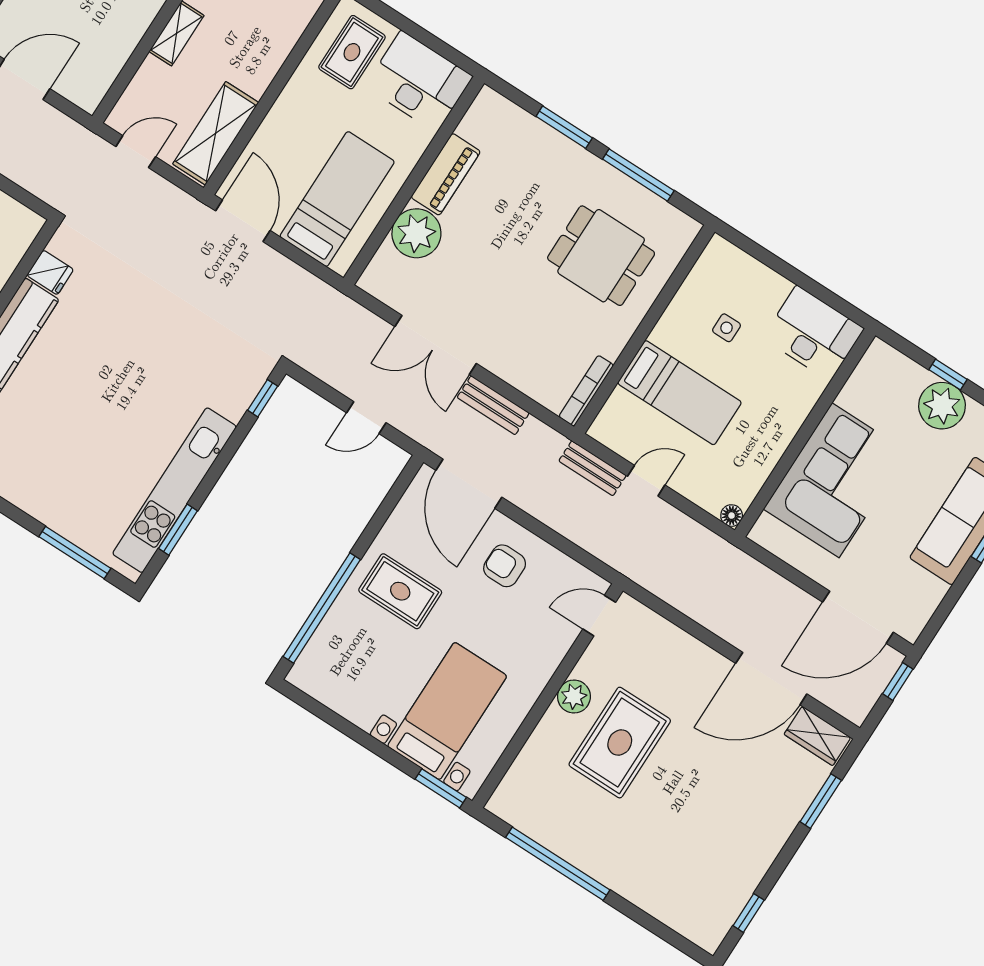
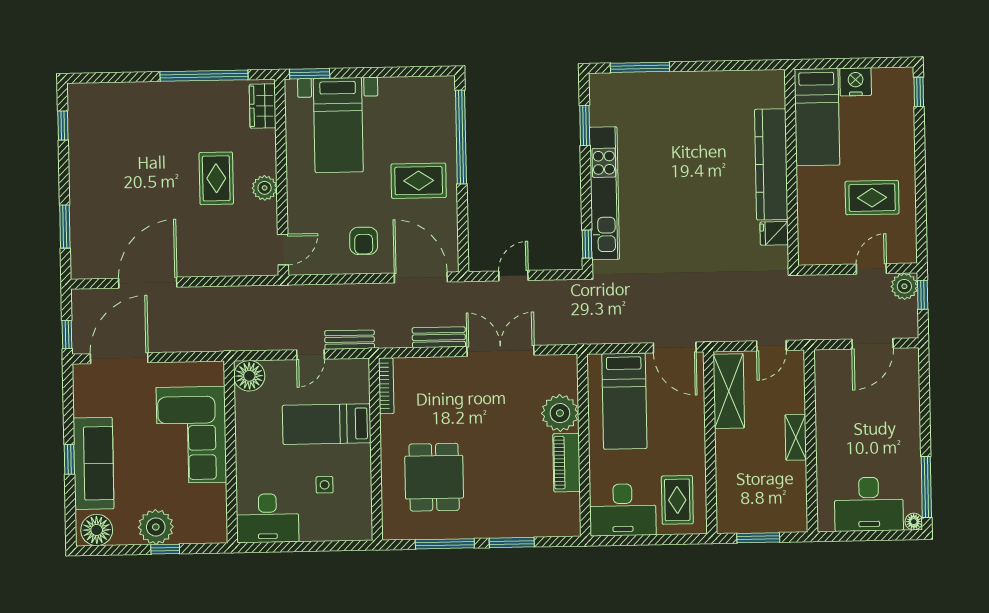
dining table: (601, 256) -> (434, 477), turned 90
kitchen unit: (175, 490) -> (604, 193), moved
floor lamp: (732, 516) -> (249, 376), width x1.89, depth x1.89
armchair: (505, 566) -> (364, 241), turned 90
wardrobe: (817, 736) -> (263, 106), moved, turned -90
rug: (620, 743) -> (216, 178), width x0.73, depth x0.70

